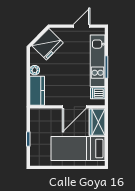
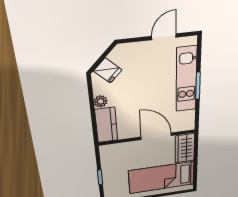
fridge: (48, 44) -> (108, 70), width x0.53, depth x0.75
dishwasher: (98, 93) -> (186, 117), removed
door: (74, 107) -> (156, 136), swing flipped

